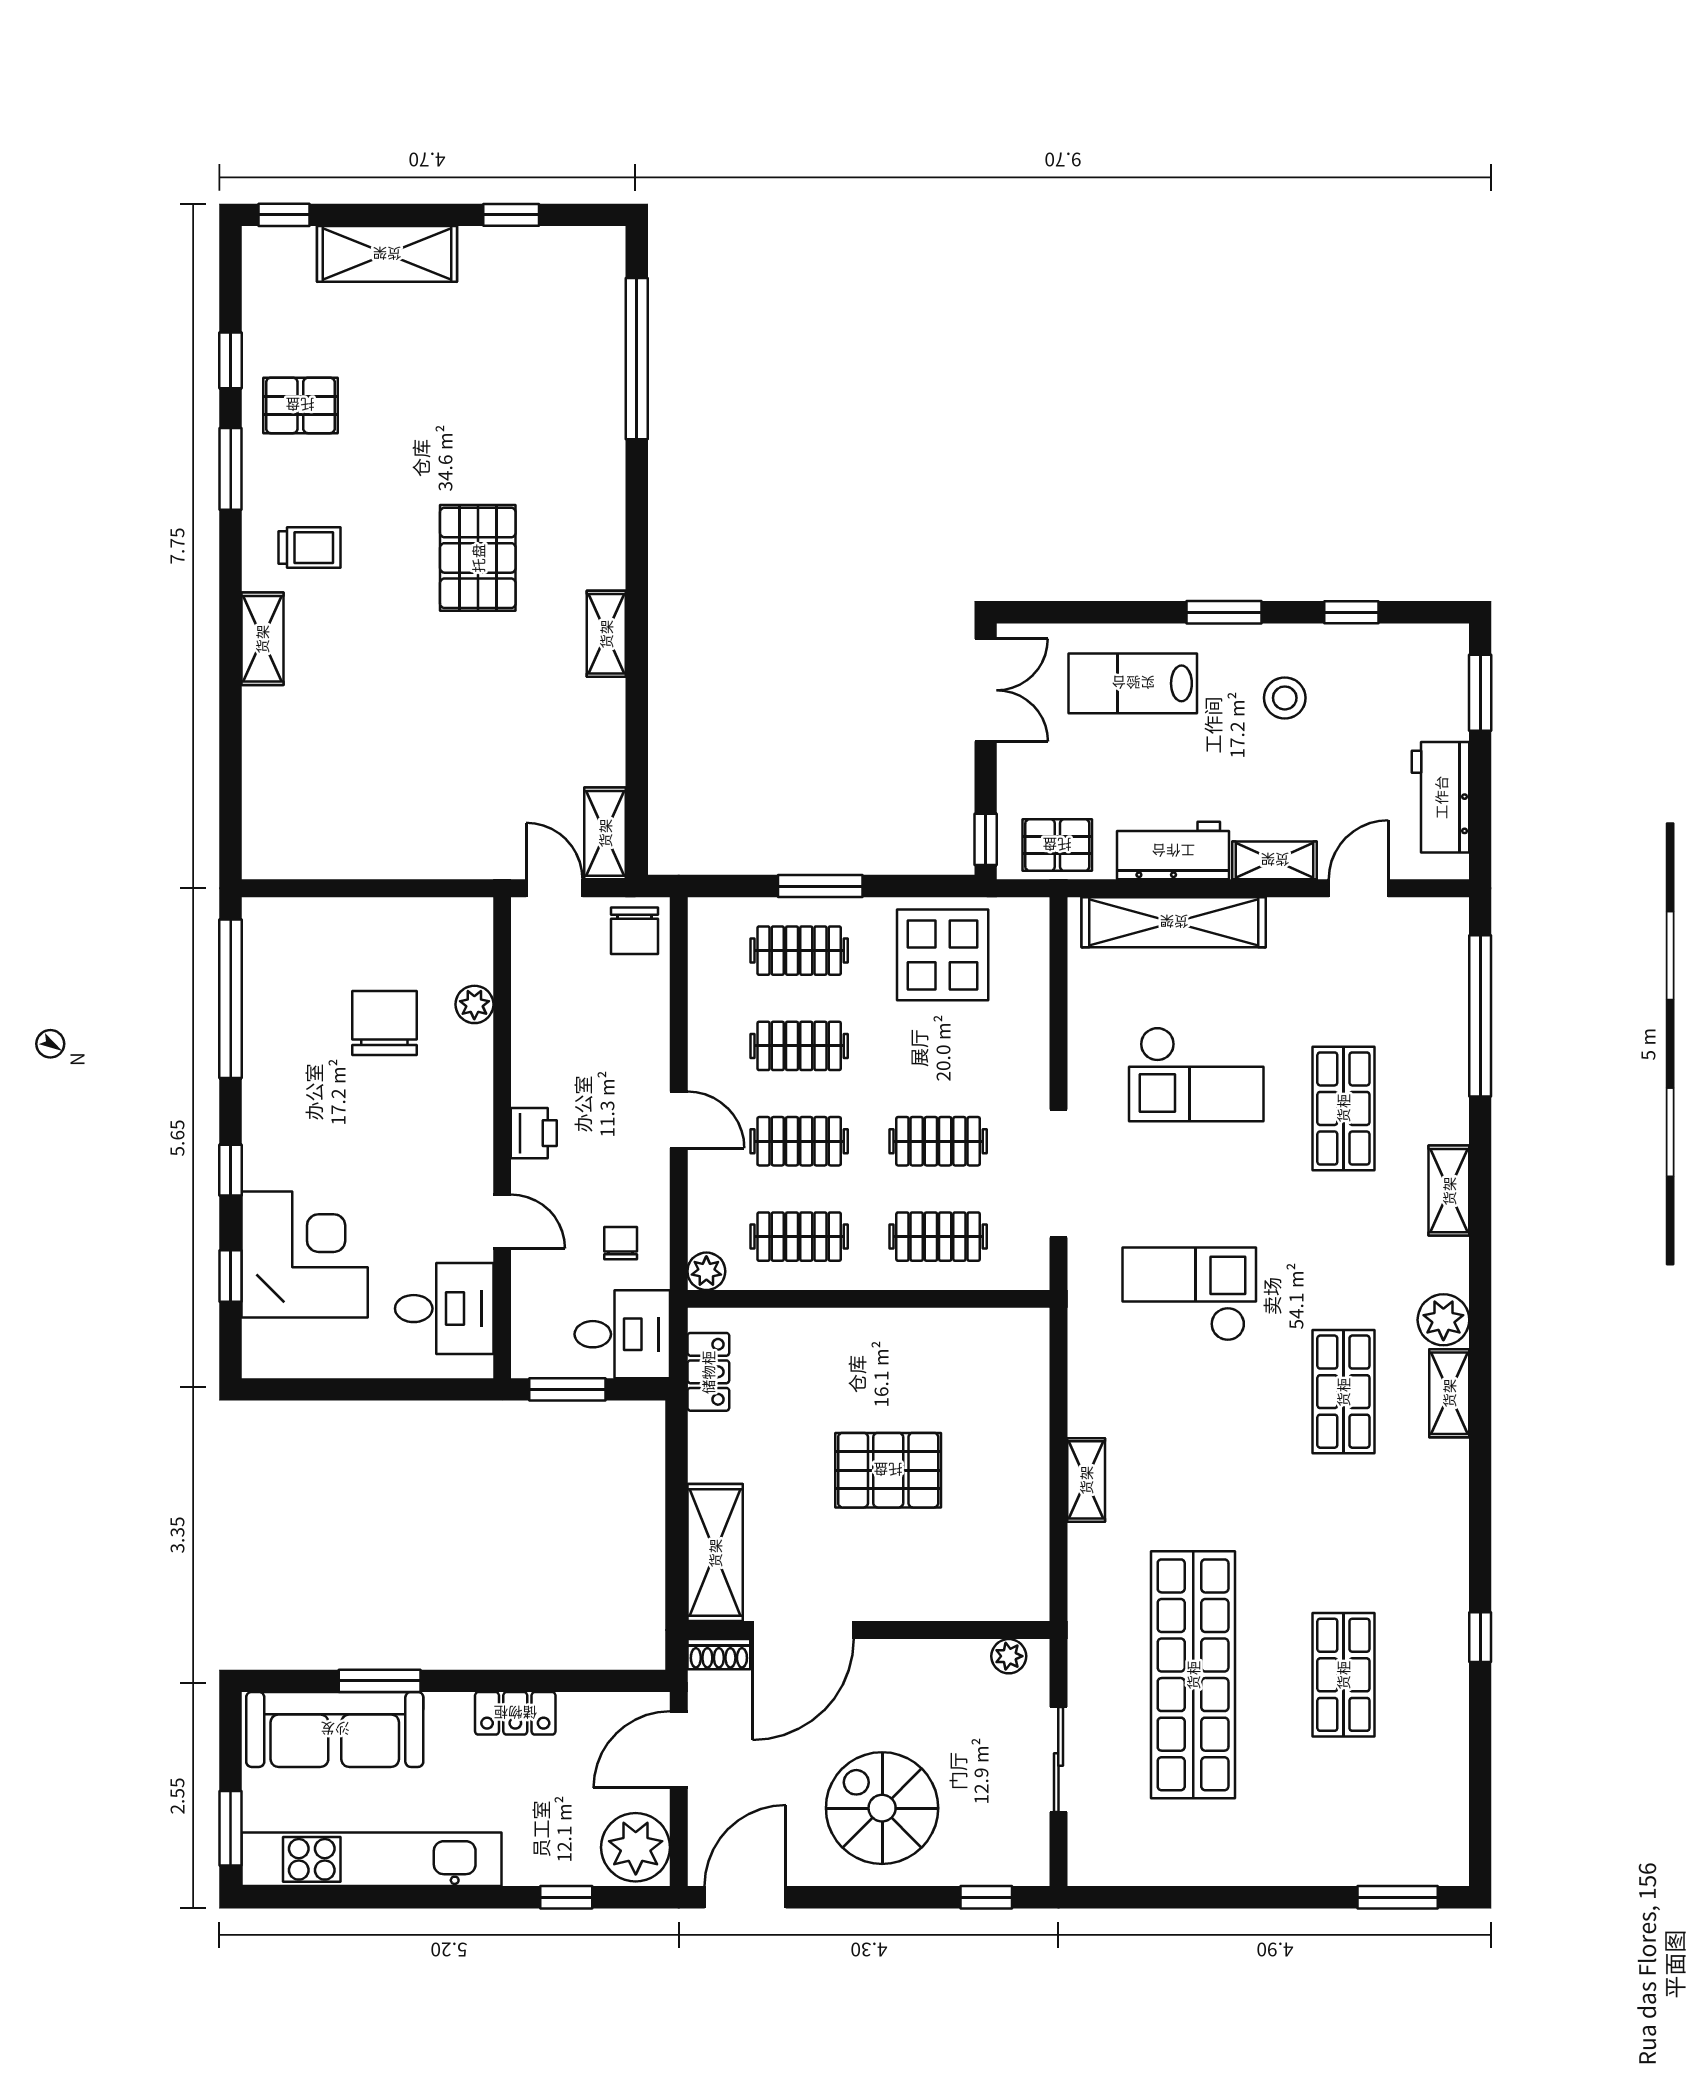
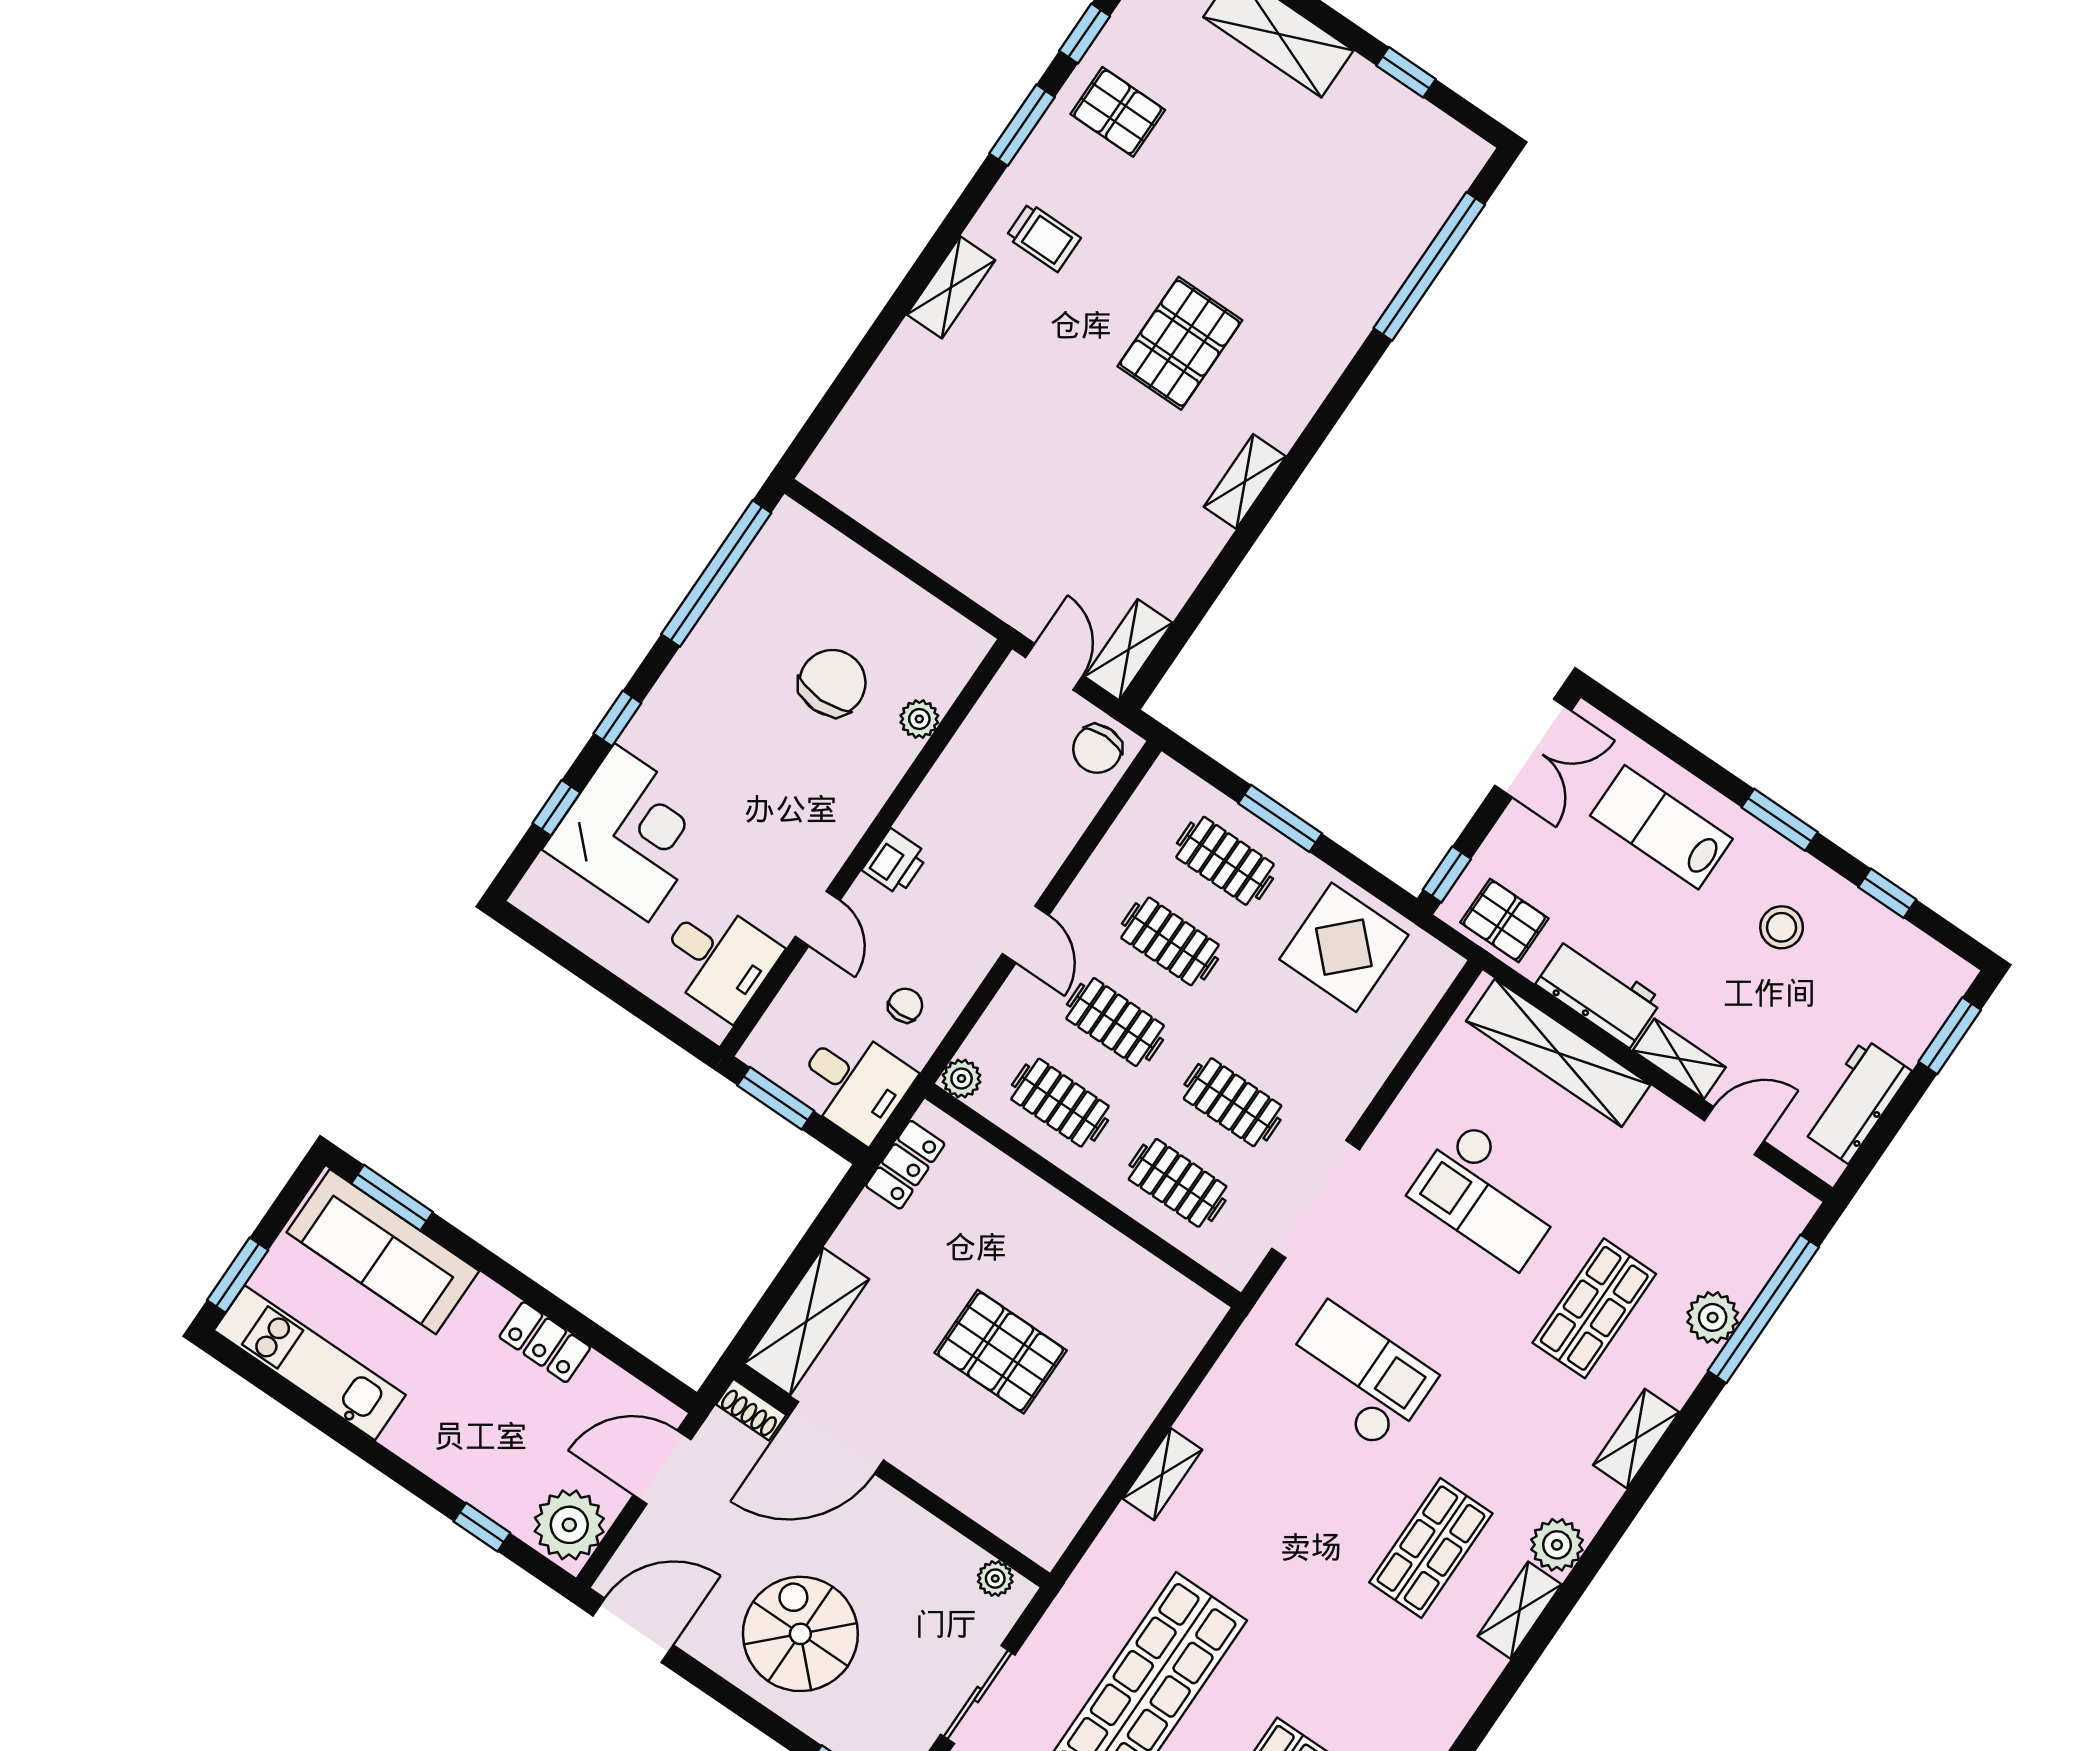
plant: (1444, 1051) -> (1713, 1317), added
window: (380, 1681) -> (392, 1198), moved
kitchen unit: (372, 1859) -> (310, 1363), width x0.73

